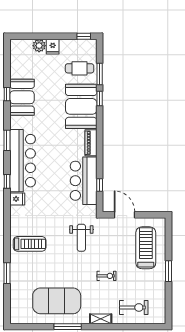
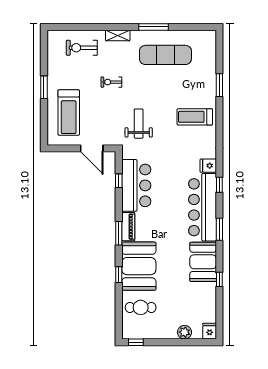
fridge: (53, 47) -> (210, 331), moved
window: (100, 74) -> (119, 233), moved
booth: (22, 97) -> (203, 262), moved
exercise mat: (57, 301) -> (165, 55), width x0.68

